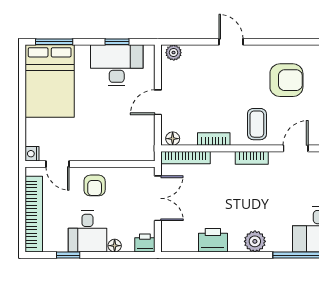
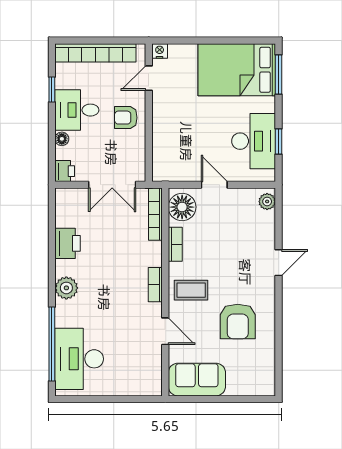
floor lamp: (173, 139) -> (182, 207), width x1.89, depth x1.89

